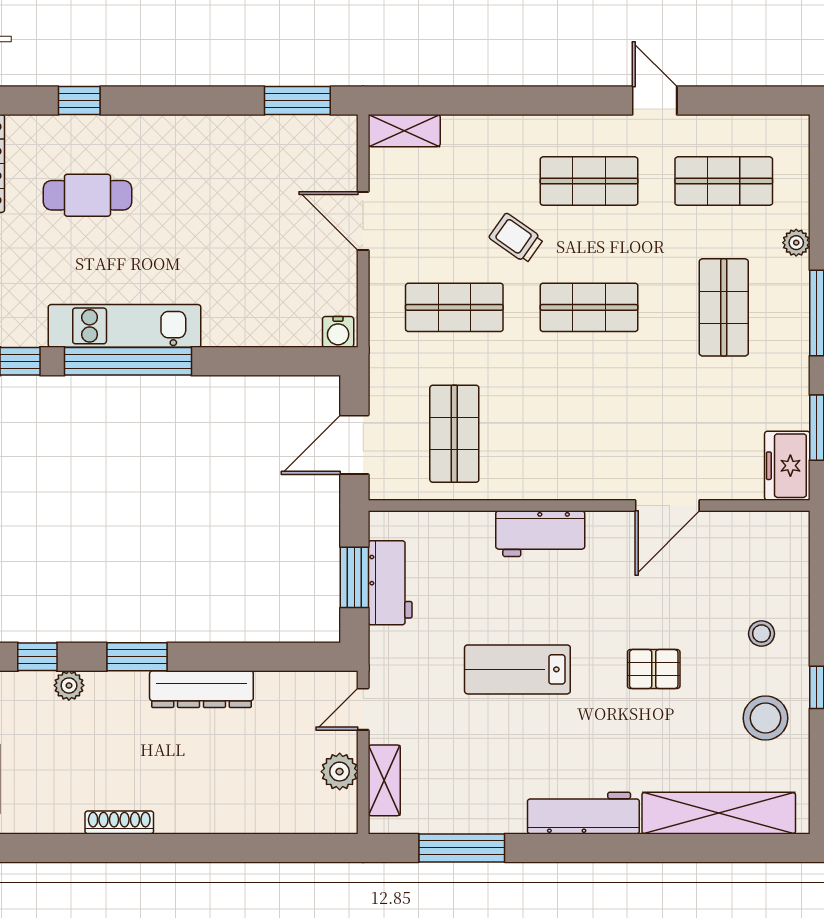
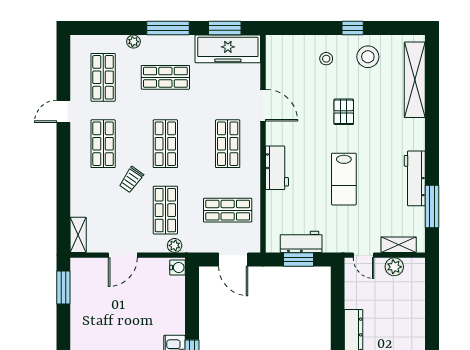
plant: (383, 326) -> (175, 245), added
shop shelf: (589, 434) -> (228, 144), added
freezer: (787, 466) -> (228, 49), width x1.91, depth x1.26
workbench: (583, 813) -> (415, 178), moved

